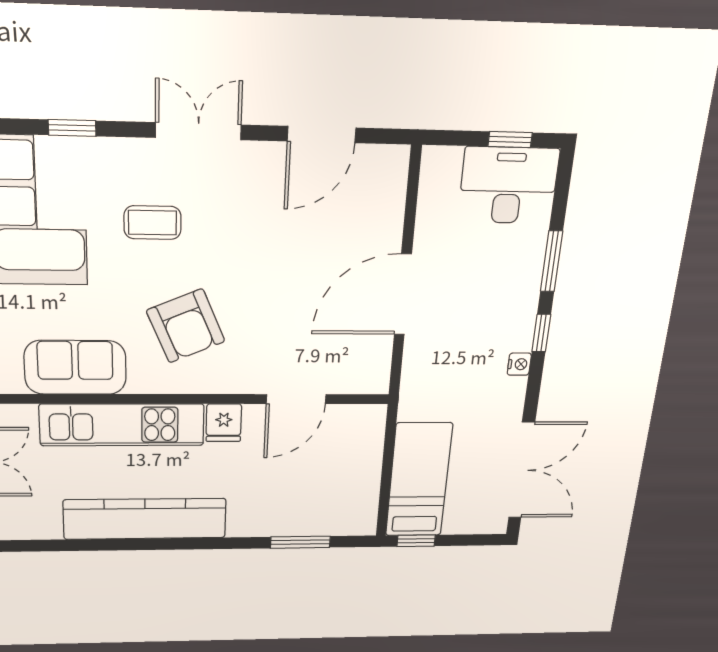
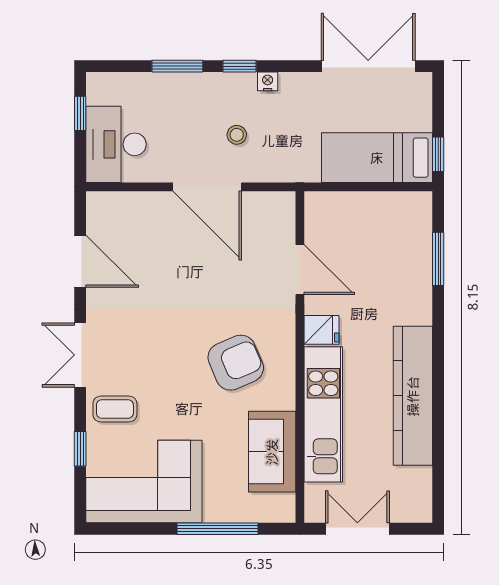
desk: (508, 185) -> (116, 144), moved
coffee table: (153, 223) -> (115, 409), moved, turned 90
stool: (461, 329) -> (237, 135), added

